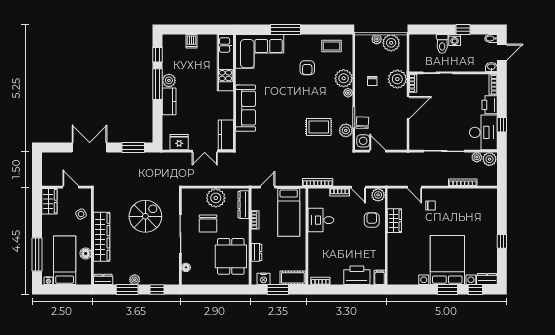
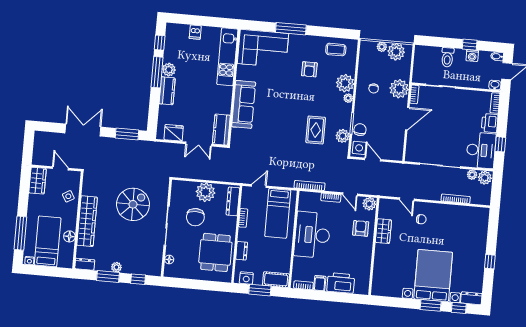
washing machine: (455, 40) -> (472, 56), moved
rug: (319, 127) -> (316, 130), turned 90
desk: (321, 220) -> (312, 235), width x1.87, depth x1.30
filing cabinet: (380, 277) -> (320, 283), moved

